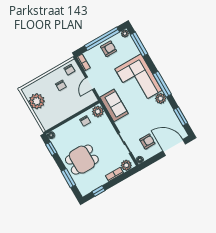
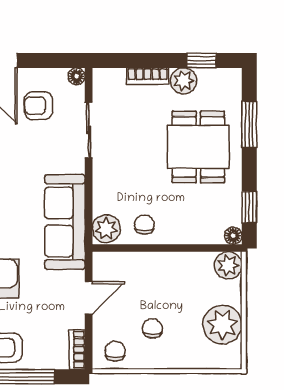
sofa: (114, 105) -> (65, 222), width x1.36
plant: (47, 124) -> (228, 265), added
dining table: (82, 160) -> (198, 147), turned 90
plant: (126, 165) -> (184, 81), moved

